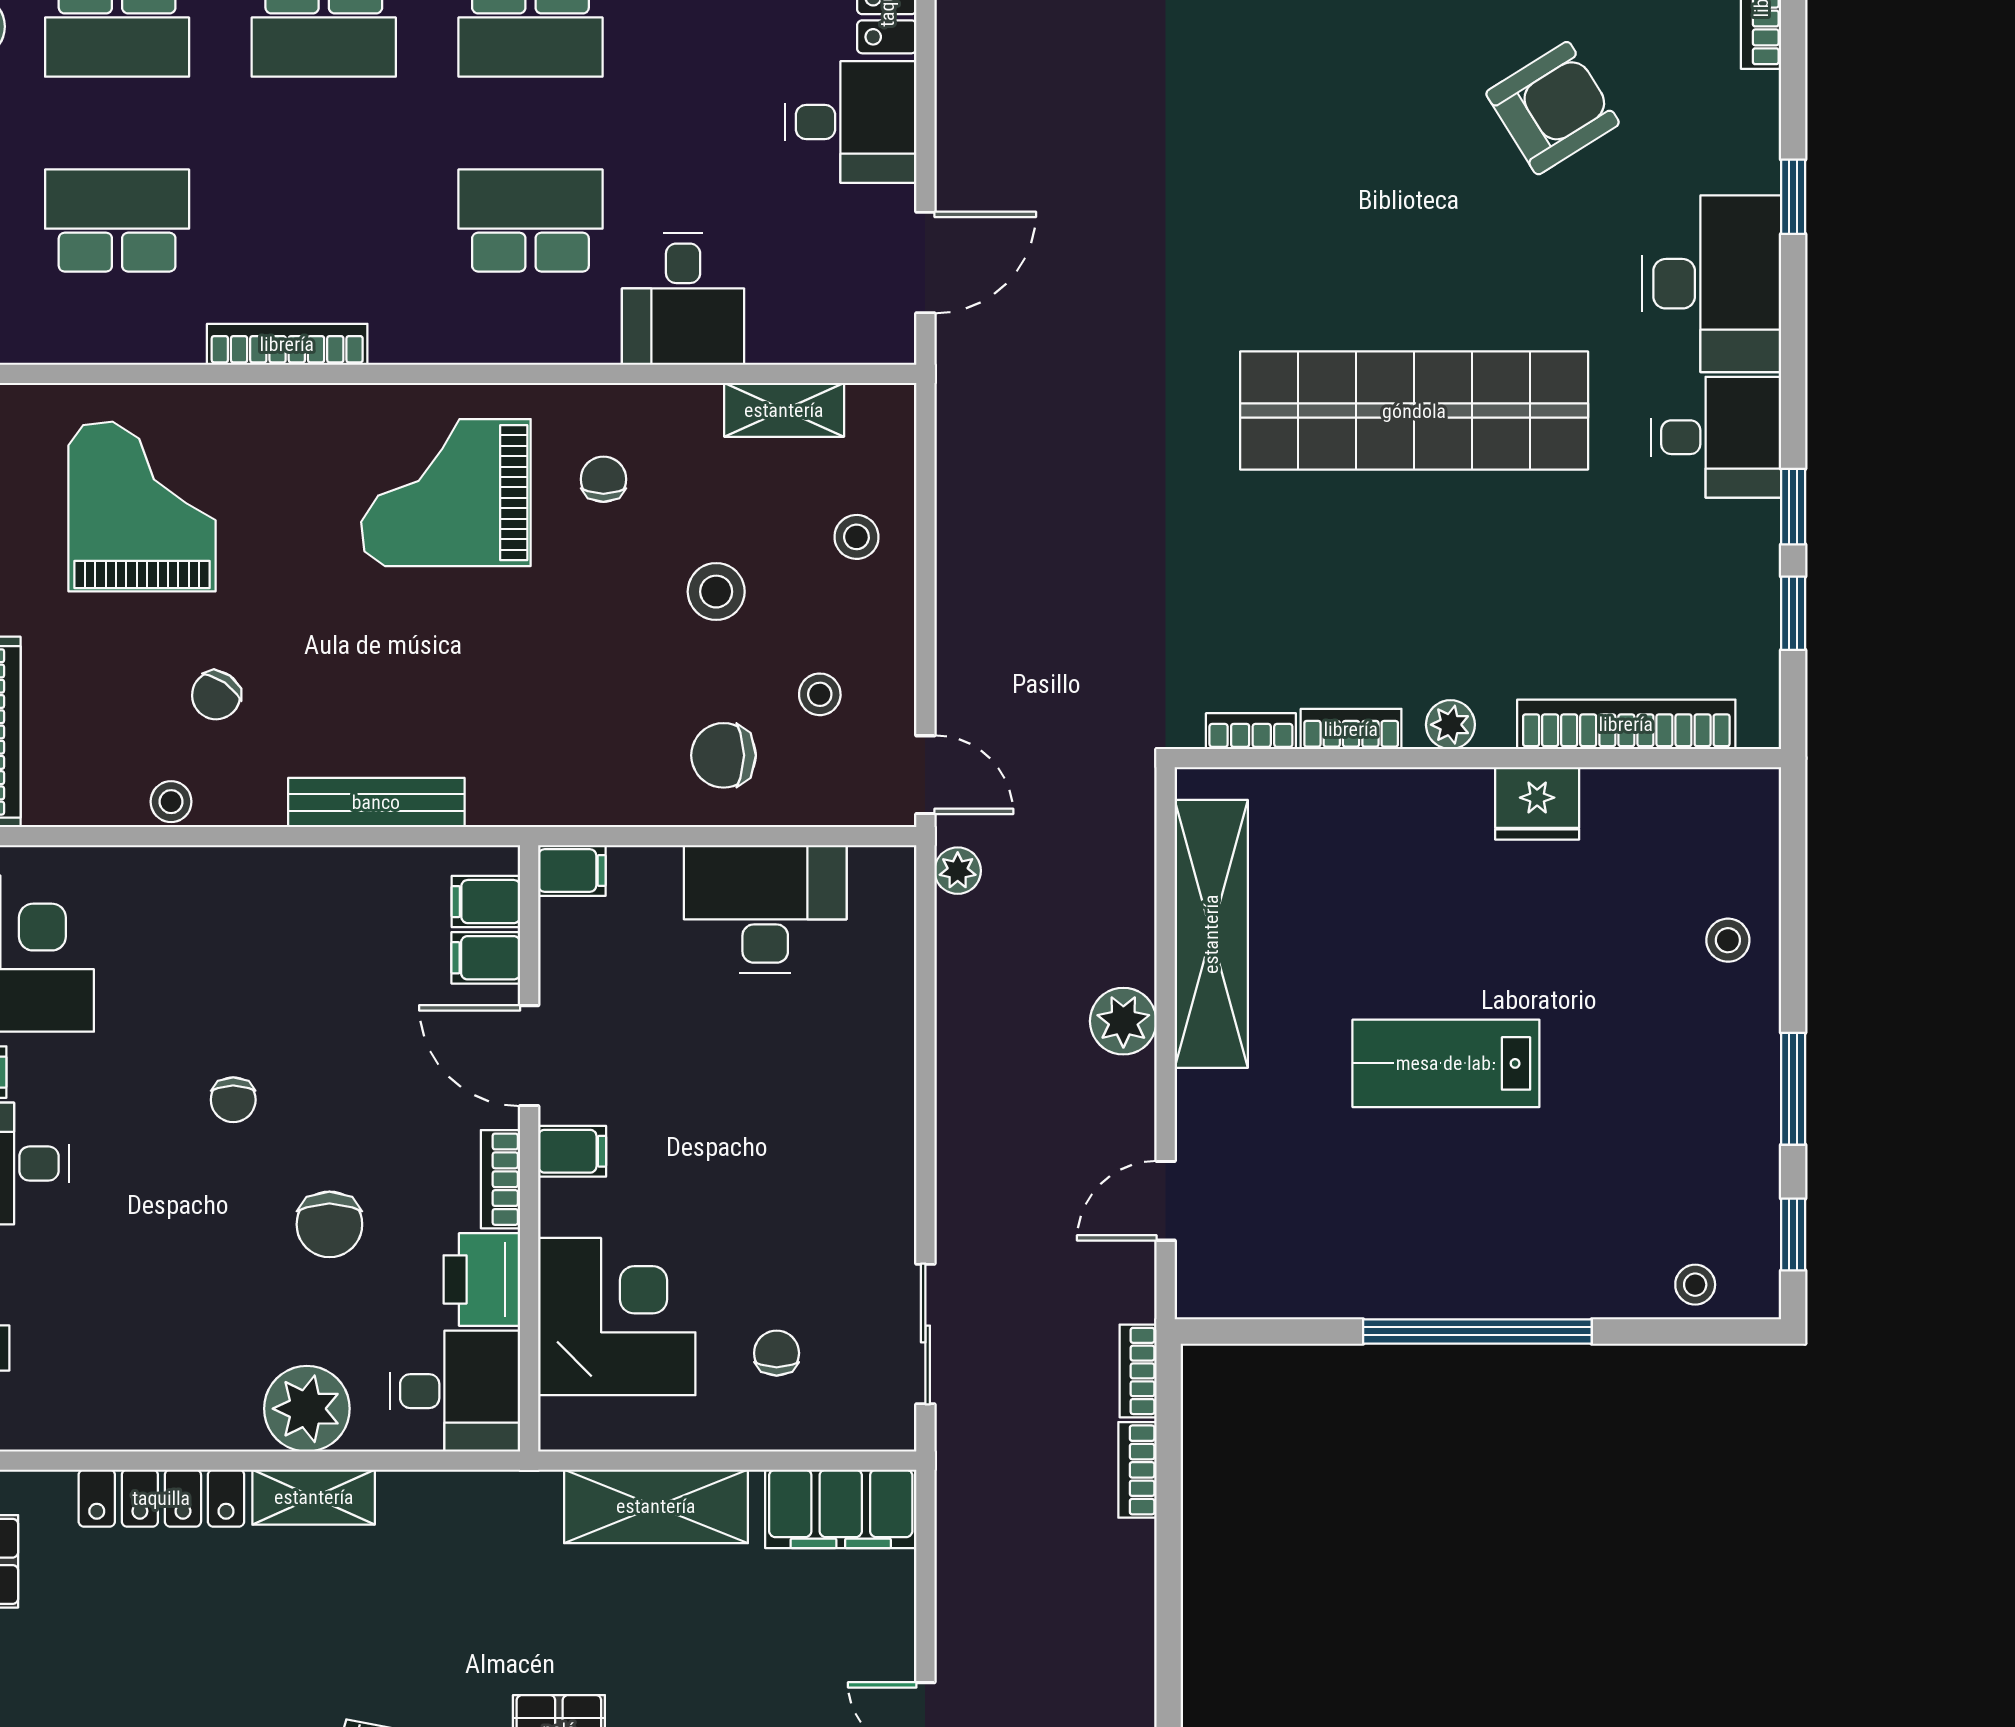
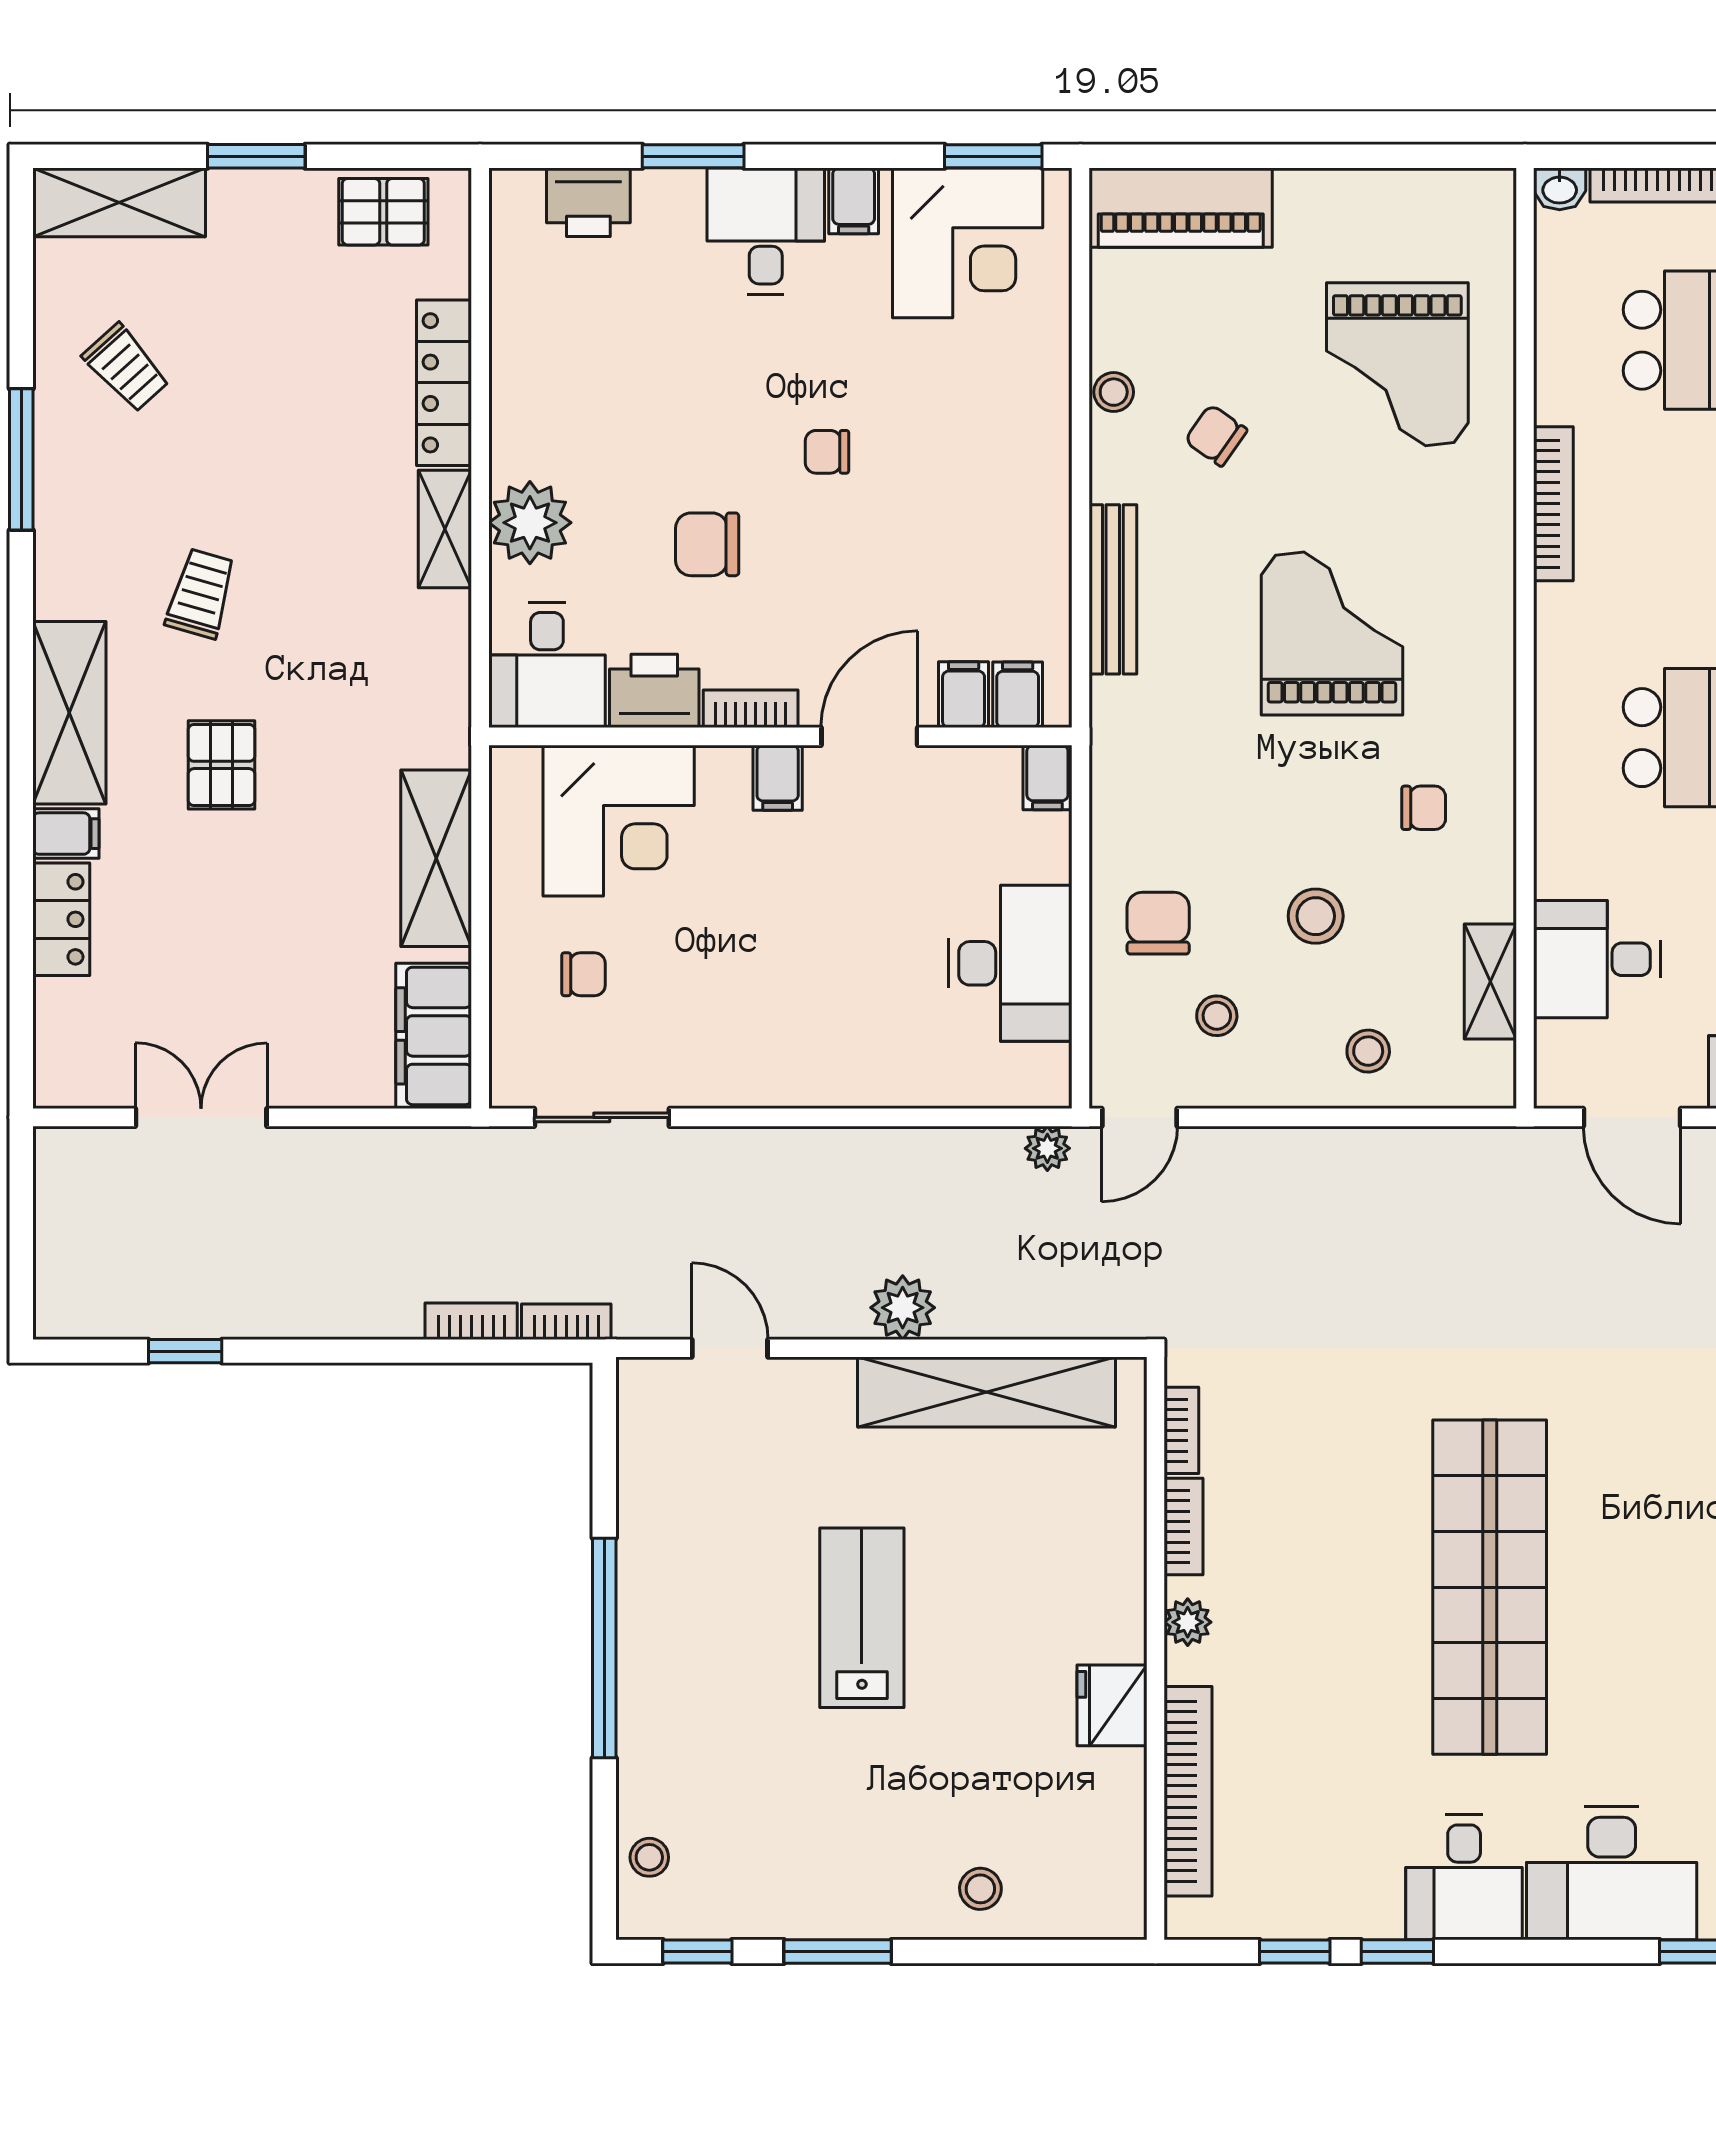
desk: (683, 299) -> (1597, 959), moved
grand piano: (446, 493) -> (1332, 634), moved
grand piano: (142, 507) -> (1397, 364), turned 90

